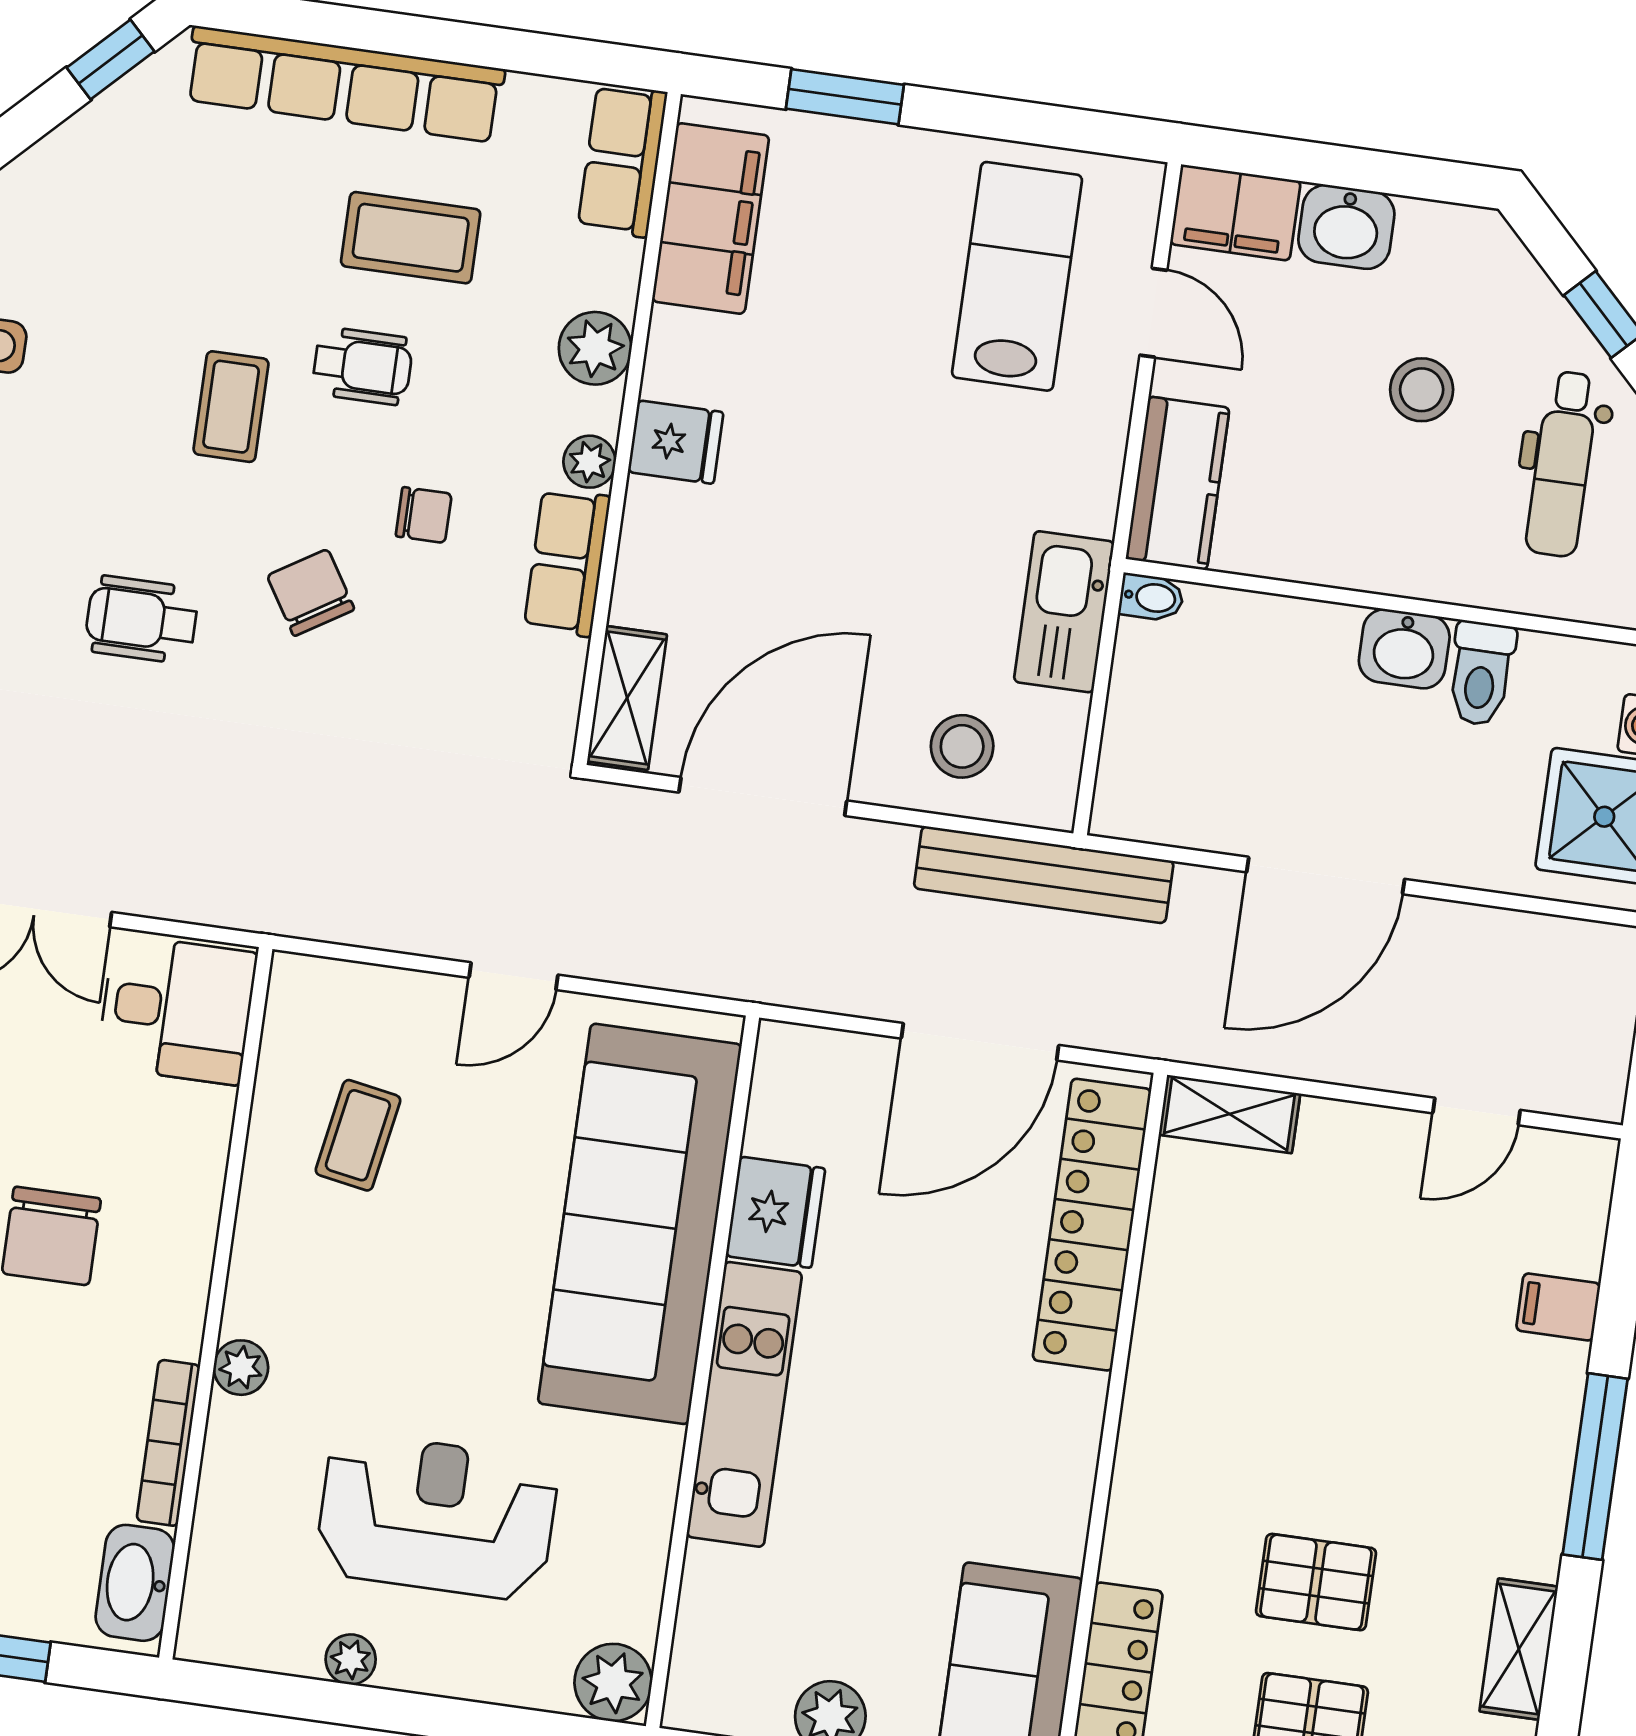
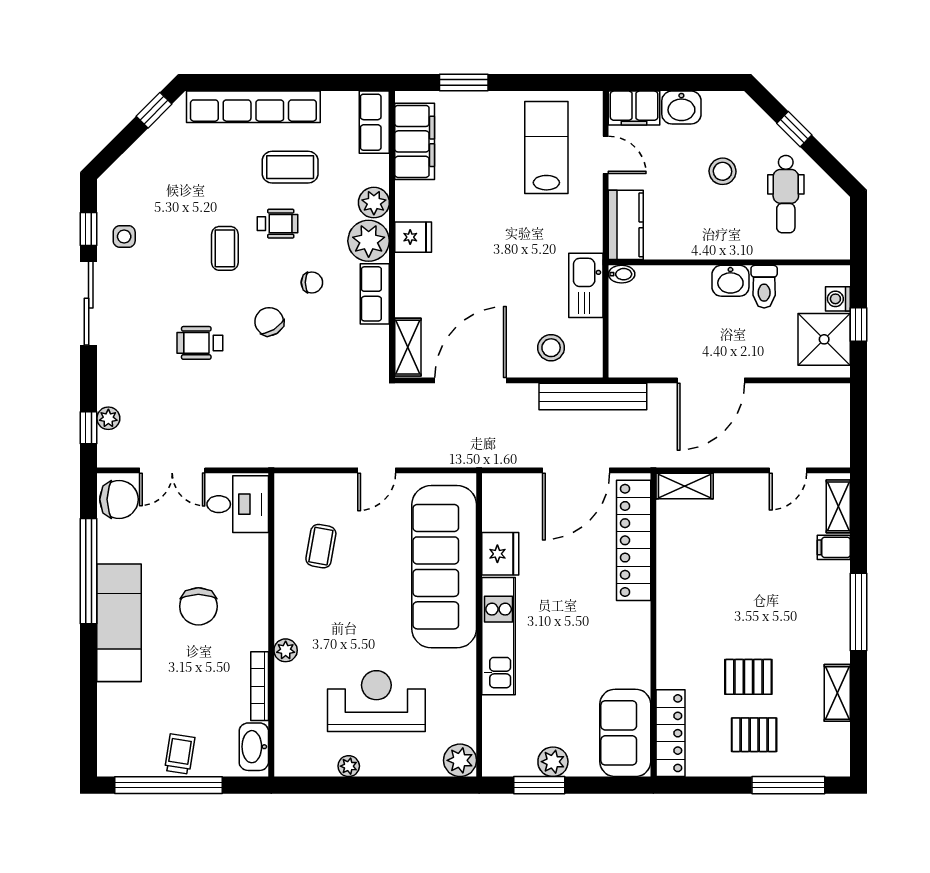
plant: (590, 462) -> (369, 241), width x1.87, depth x1.87
shelving: (1582, 1212) -> (838, 506), added

